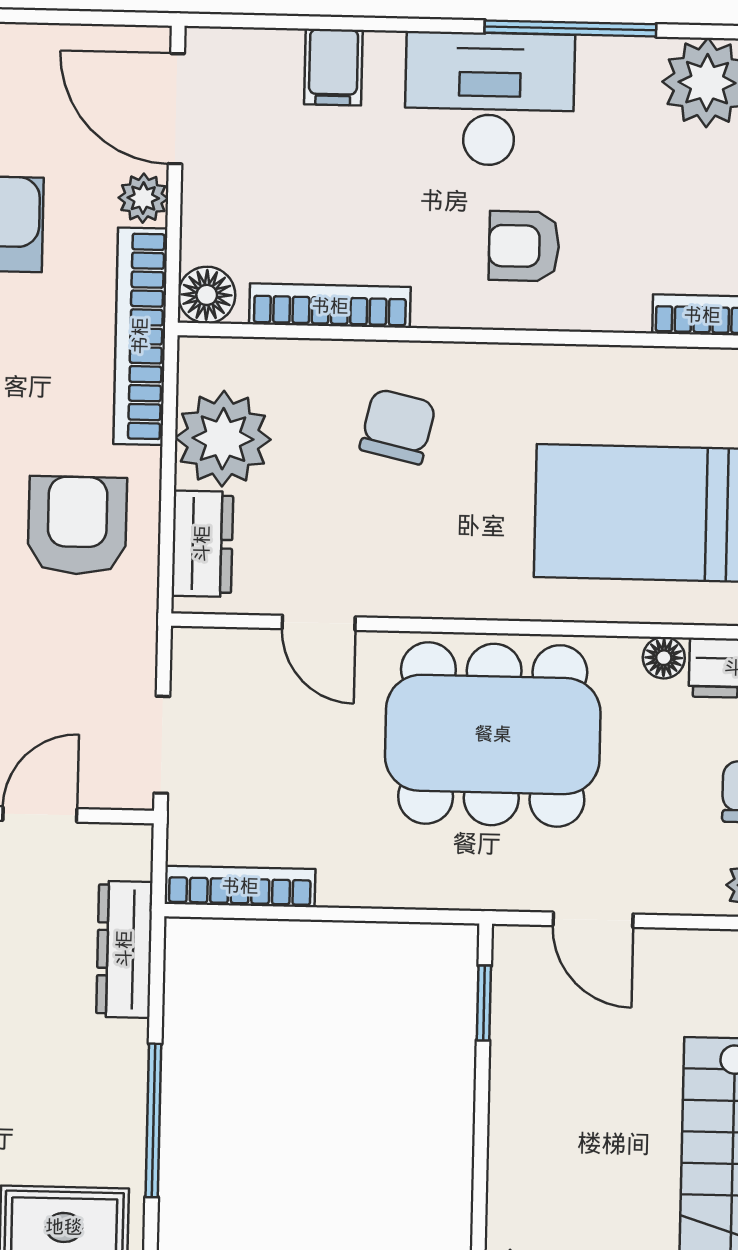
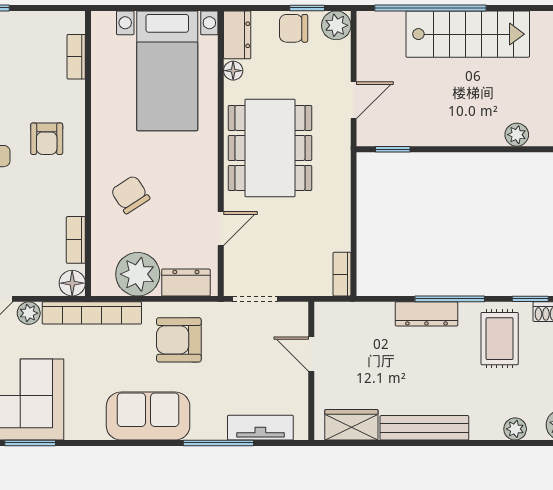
bookcase: (330, 306) -> (76, 240), width x0.64
chair: (398, 426) -> (130, 194), turned 44
doorway: (162, 745) -> (255, 299), moved
bookcase: (240, 886) -> (342, 274), width x0.64
dresser: (124, 949) -> (426, 314), moved

